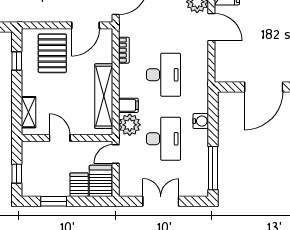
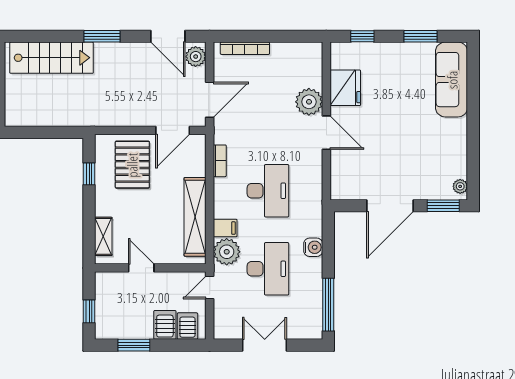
server rack: (101, 181) -> (187, 326), width x0.73, depth x0.70

